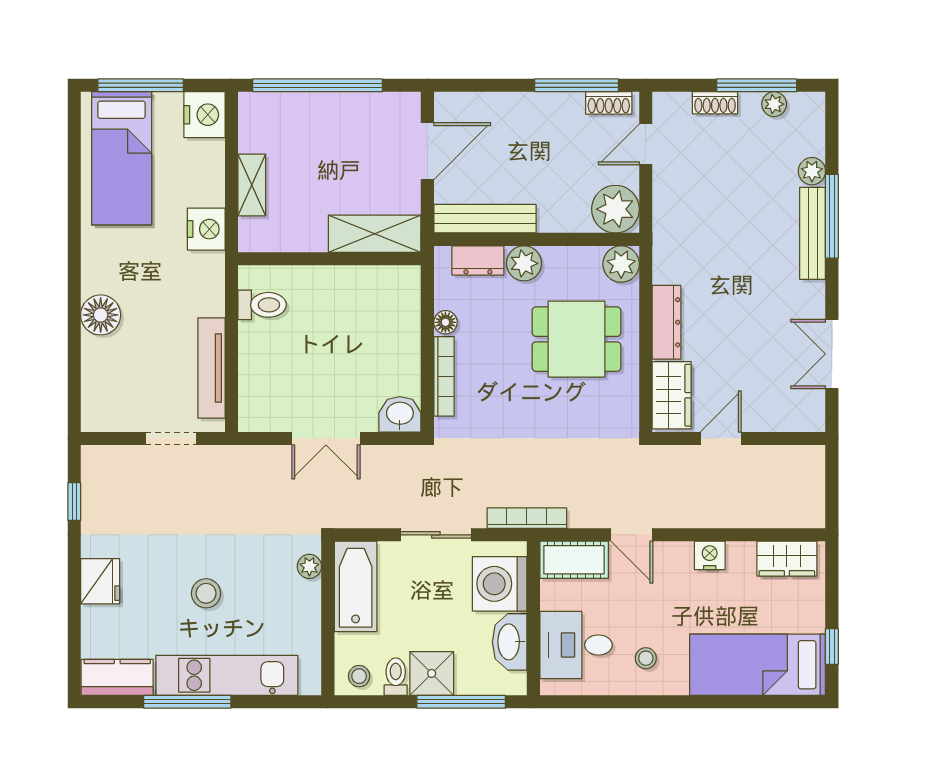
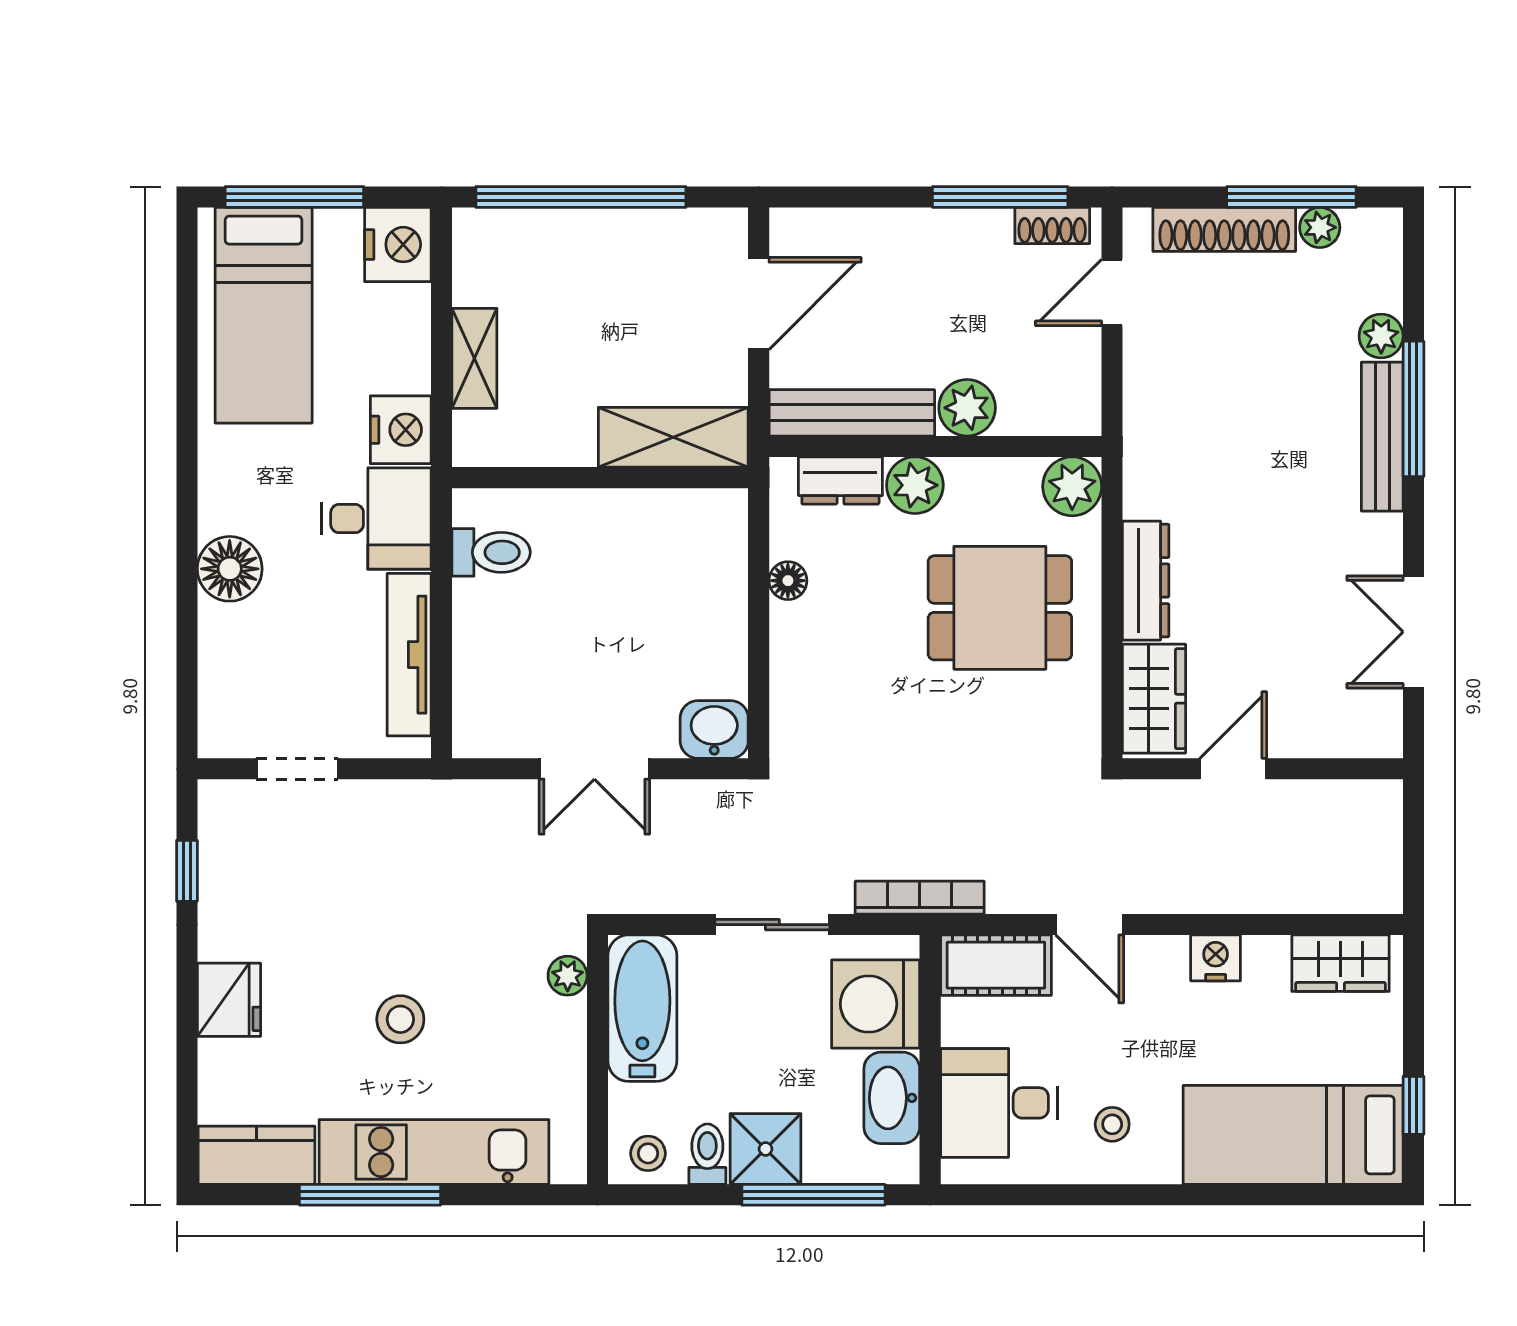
shoe rack: (715, 103) -> (1224, 229), width x1.94, depth x1.24
plant: (615, 209) -> (967, 408), moved, width x0.73, depth x0.73
desk: (191, 284) -> (377, 519), added
bookcase: (444, 376) -> (786, 668), removed
doorway: (171, 438) -> (297, 769), moved

